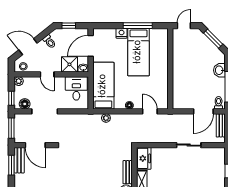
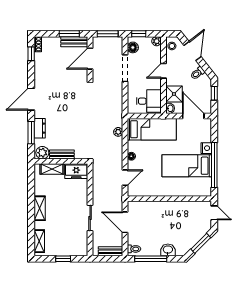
window: (138, 26) -> (214, 165), width x1.46
door: (203, 111) -> (125, 222), moved

